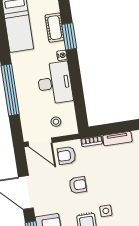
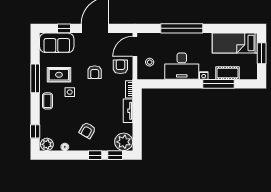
window: (69, 36) -> (218, 84), width x1.44

